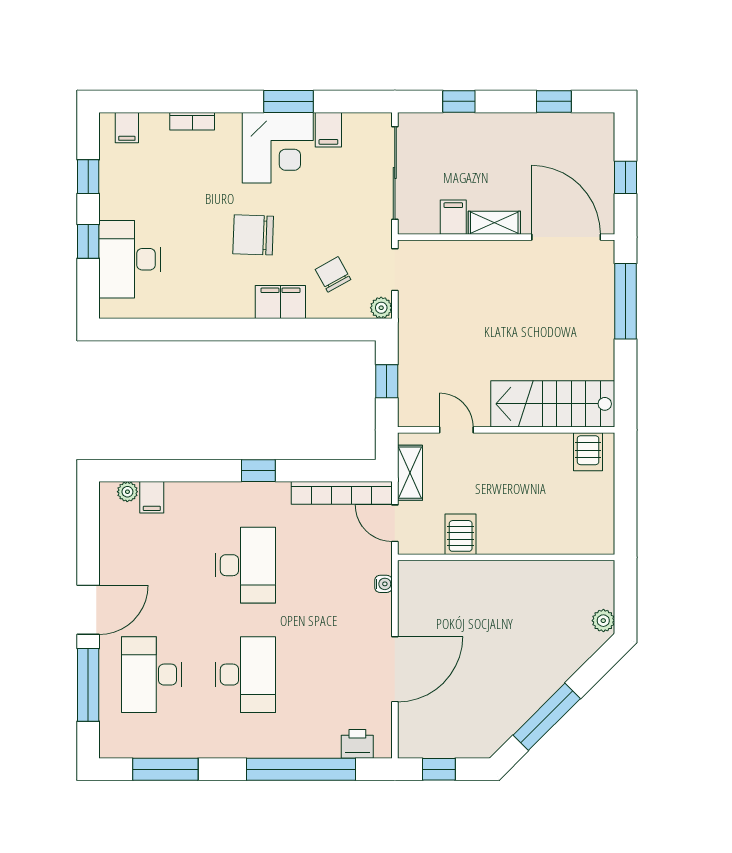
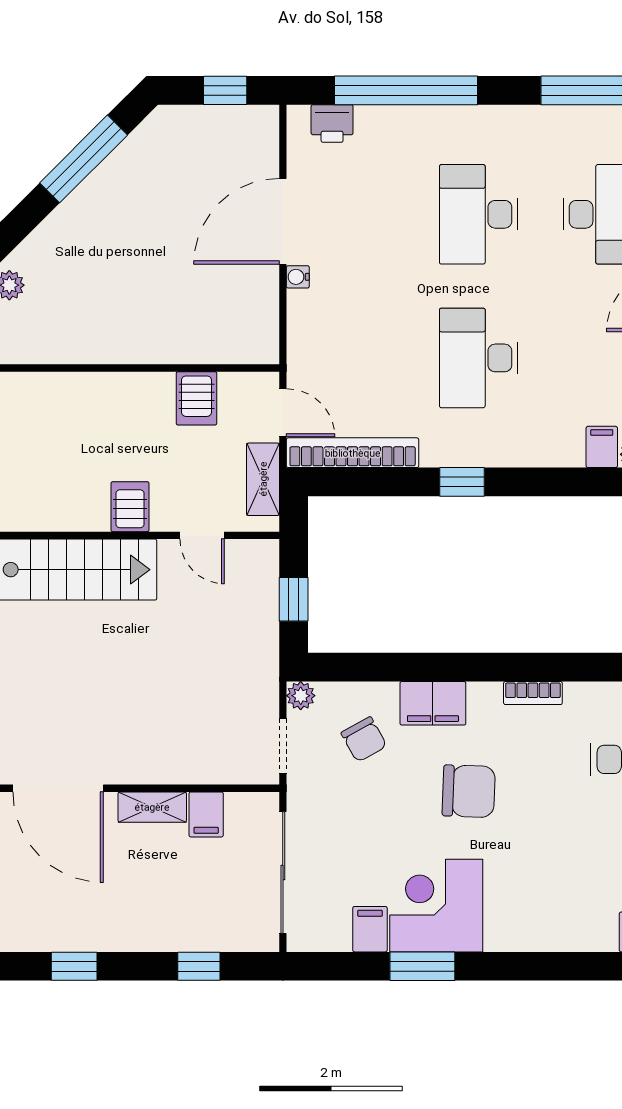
bookcase: (192, 121) -> (533, 693), moved, turned 180
server rack: (588, 452) -> (130, 507), moved
water cooler: (383, 584) -> (298, 277), moved

